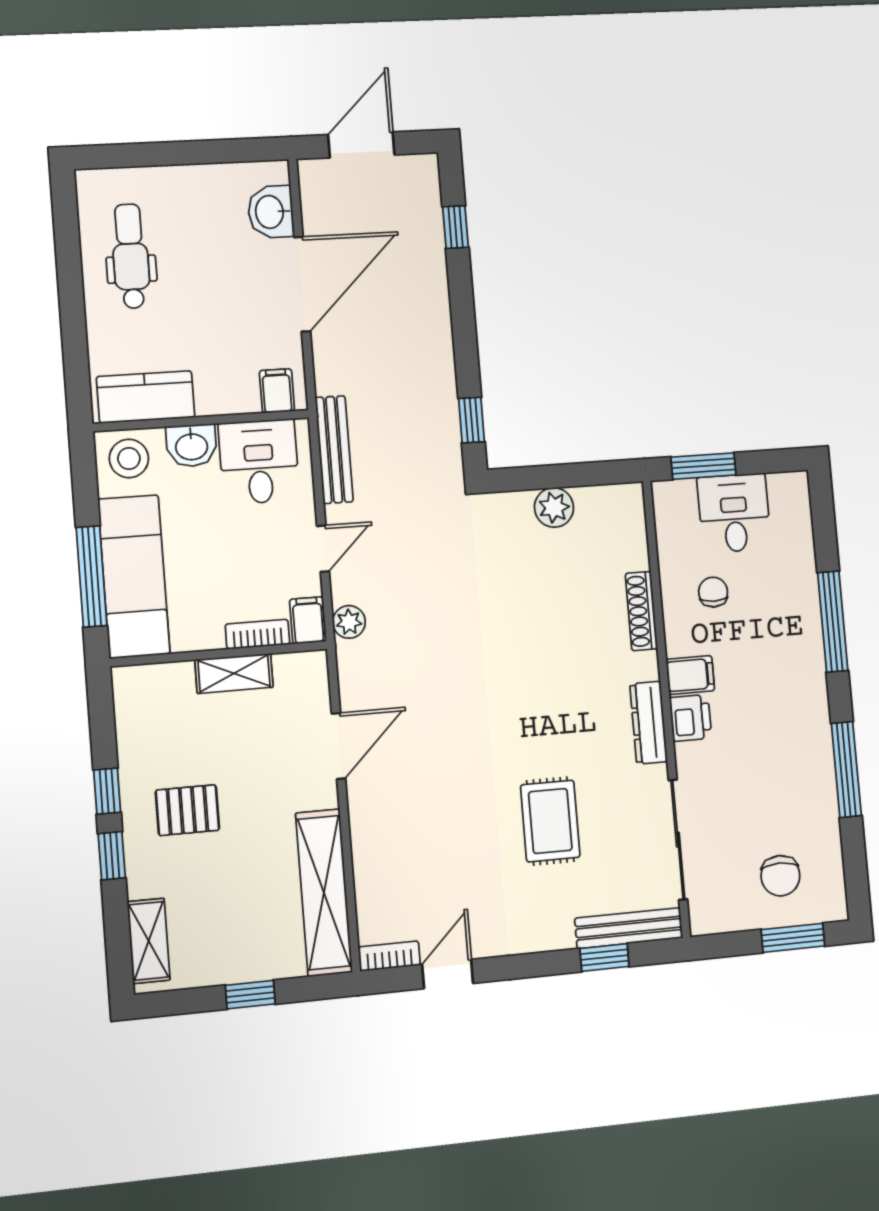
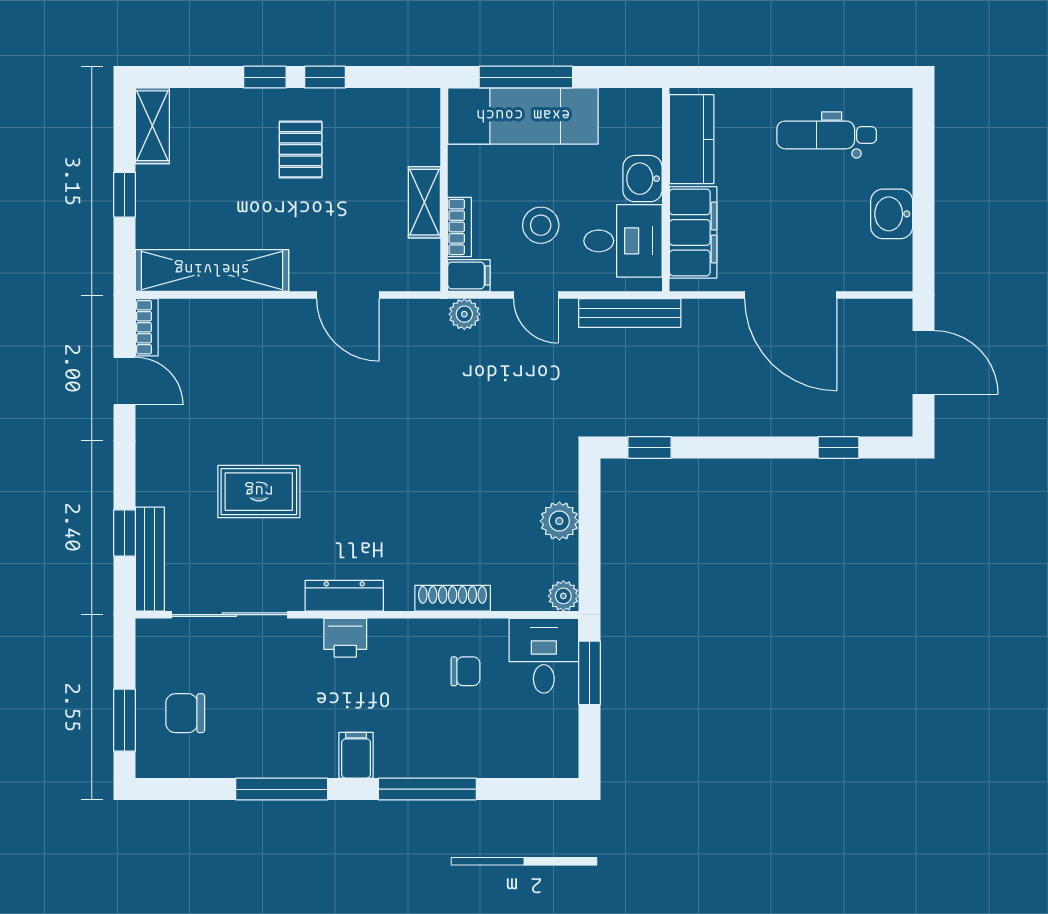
washbasin: (271, 212) -> (892, 214), moved, turned -90
dental chair: (131, 256) -> (827, 135), turned 180
filing cabinet: (277, 391) -> (693, 232), width x3.00, depth x1.17
stool: (129, 458) -> (541, 225), moved
plant: (629, 498) -> (563, 596), added
desk: (734, 513) -> (544, 656), moved, turned -90
filing cabinet: (690, 675) -> (356, 755), moved, turned 180
shelving: (149, 941) -> (152, 126), moved, turned 90

